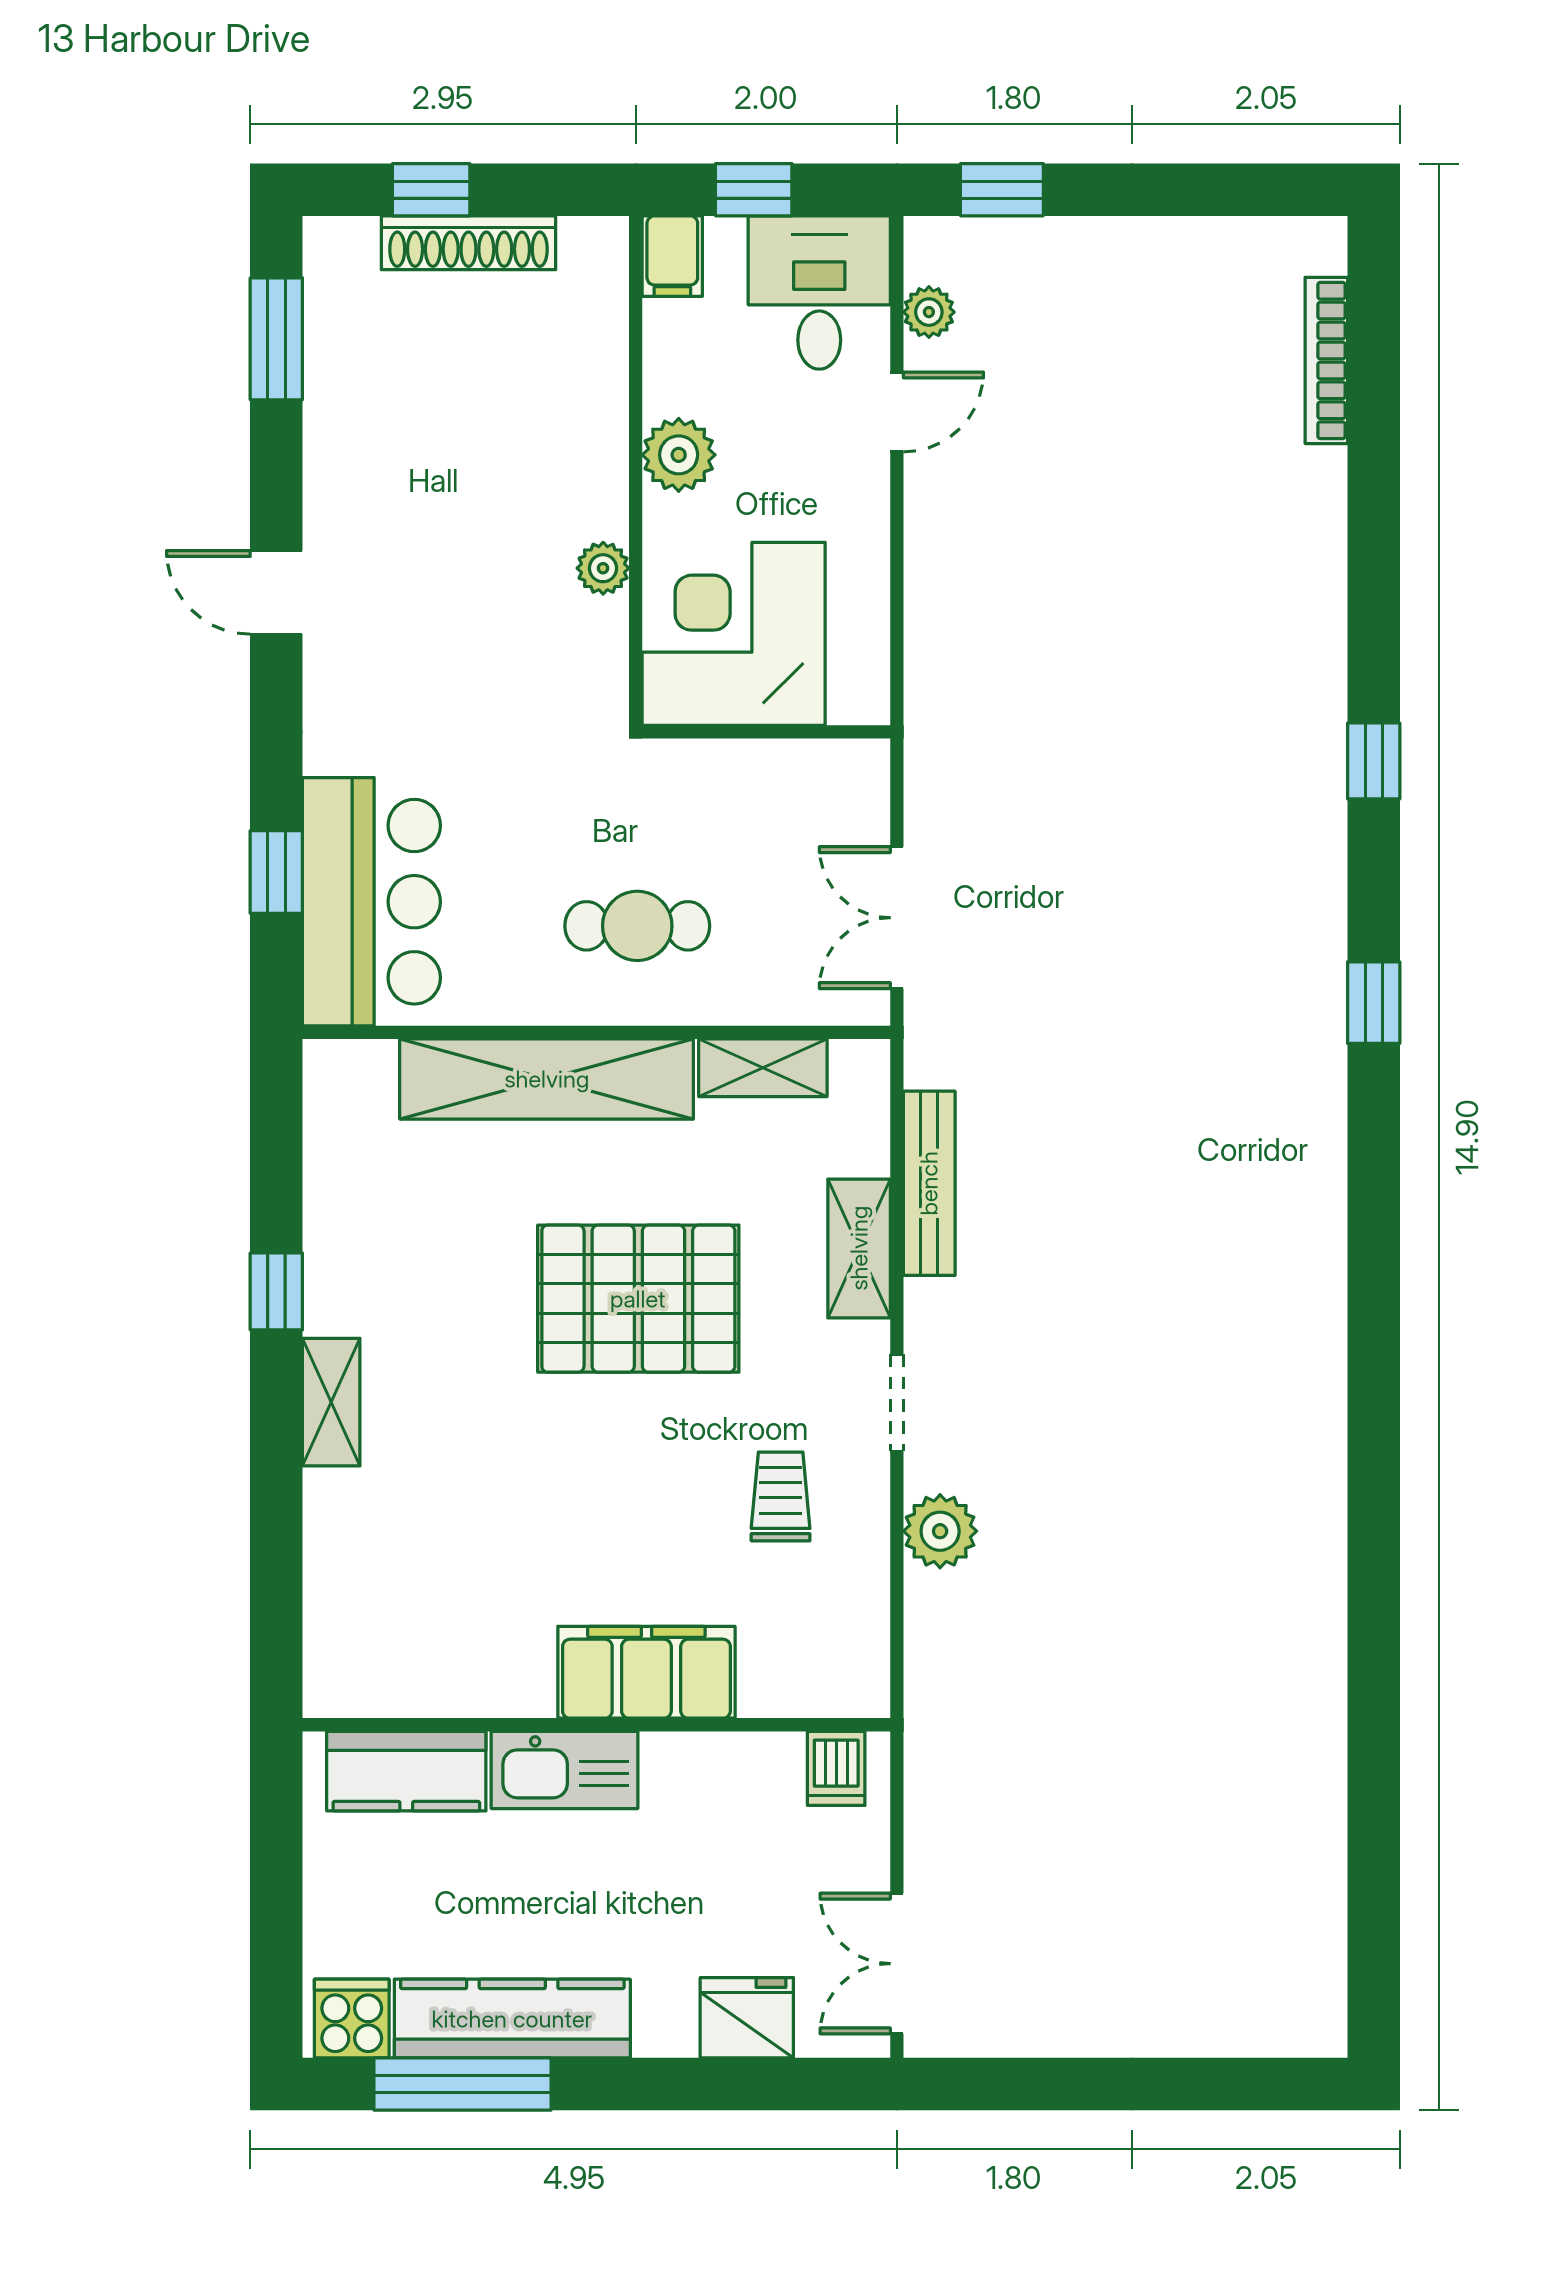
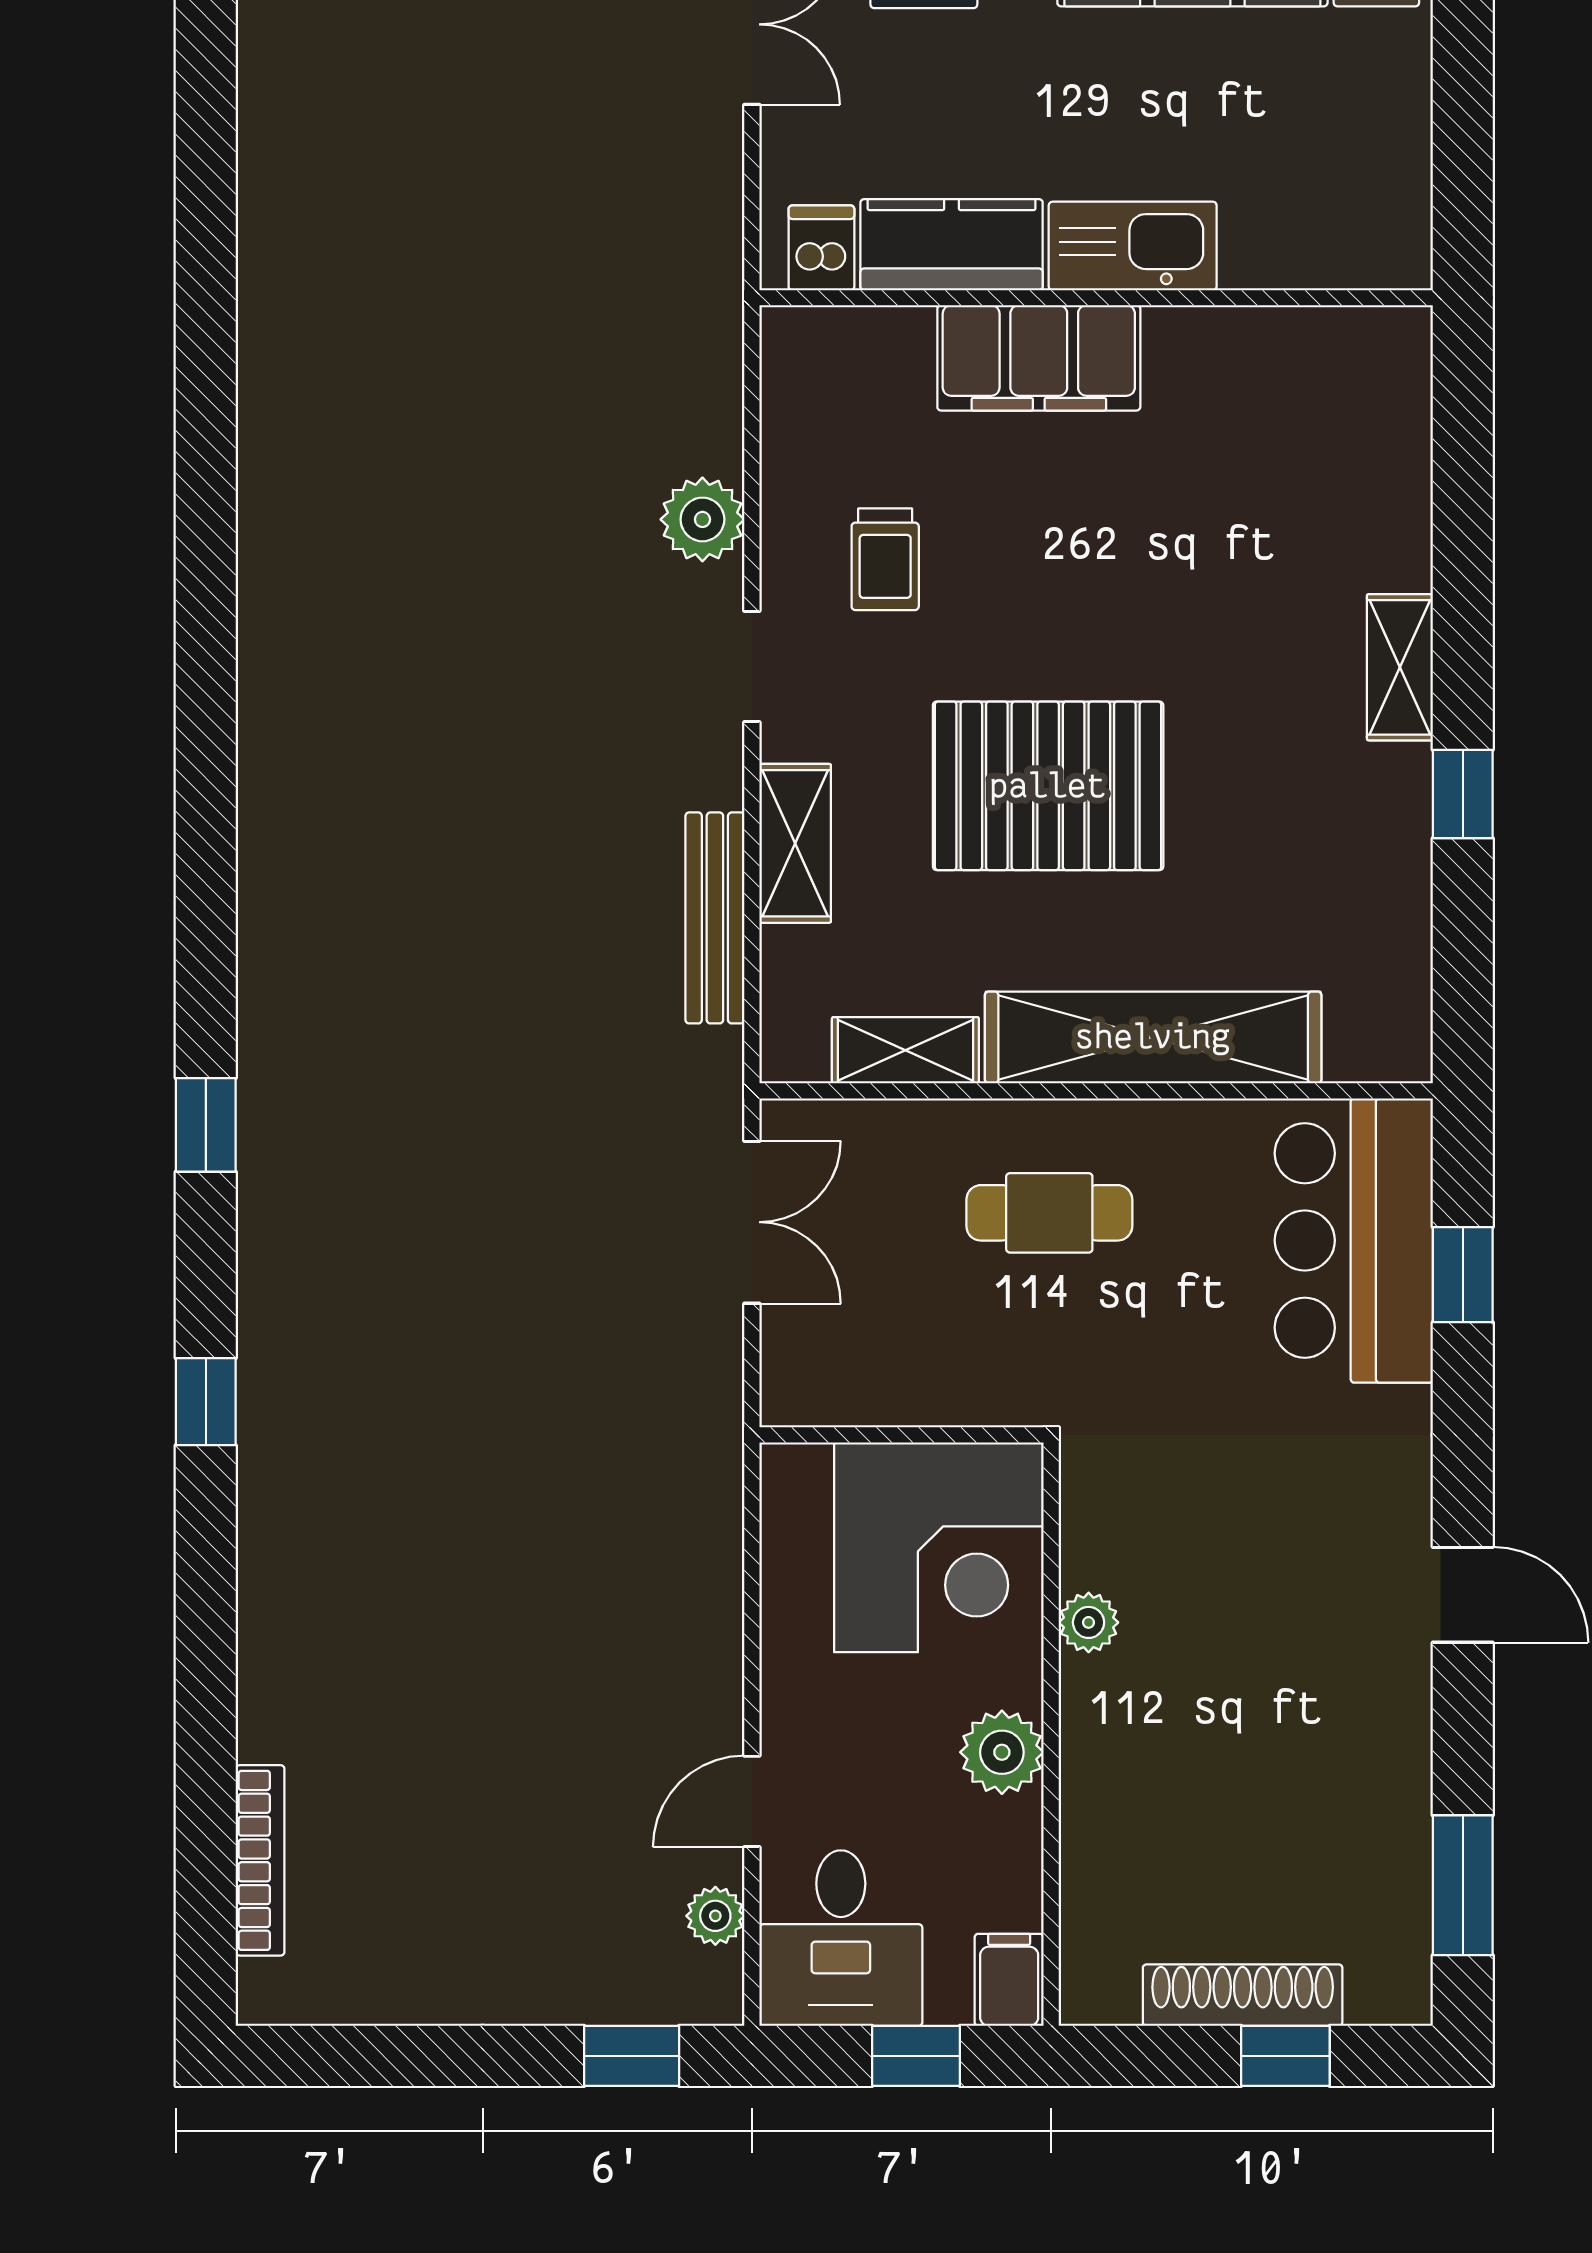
kitchen counter: (406, 1771) -> (952, 245), moved

